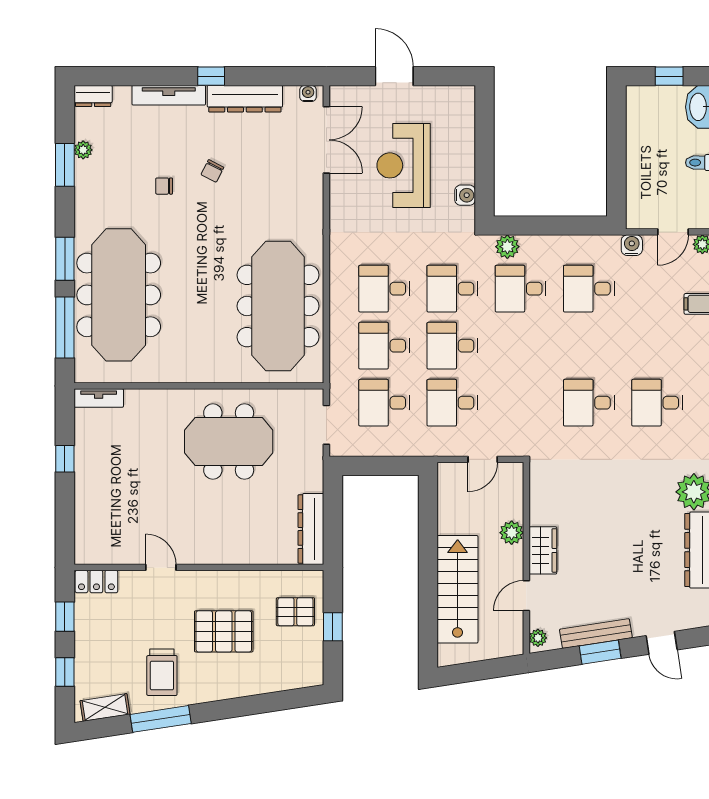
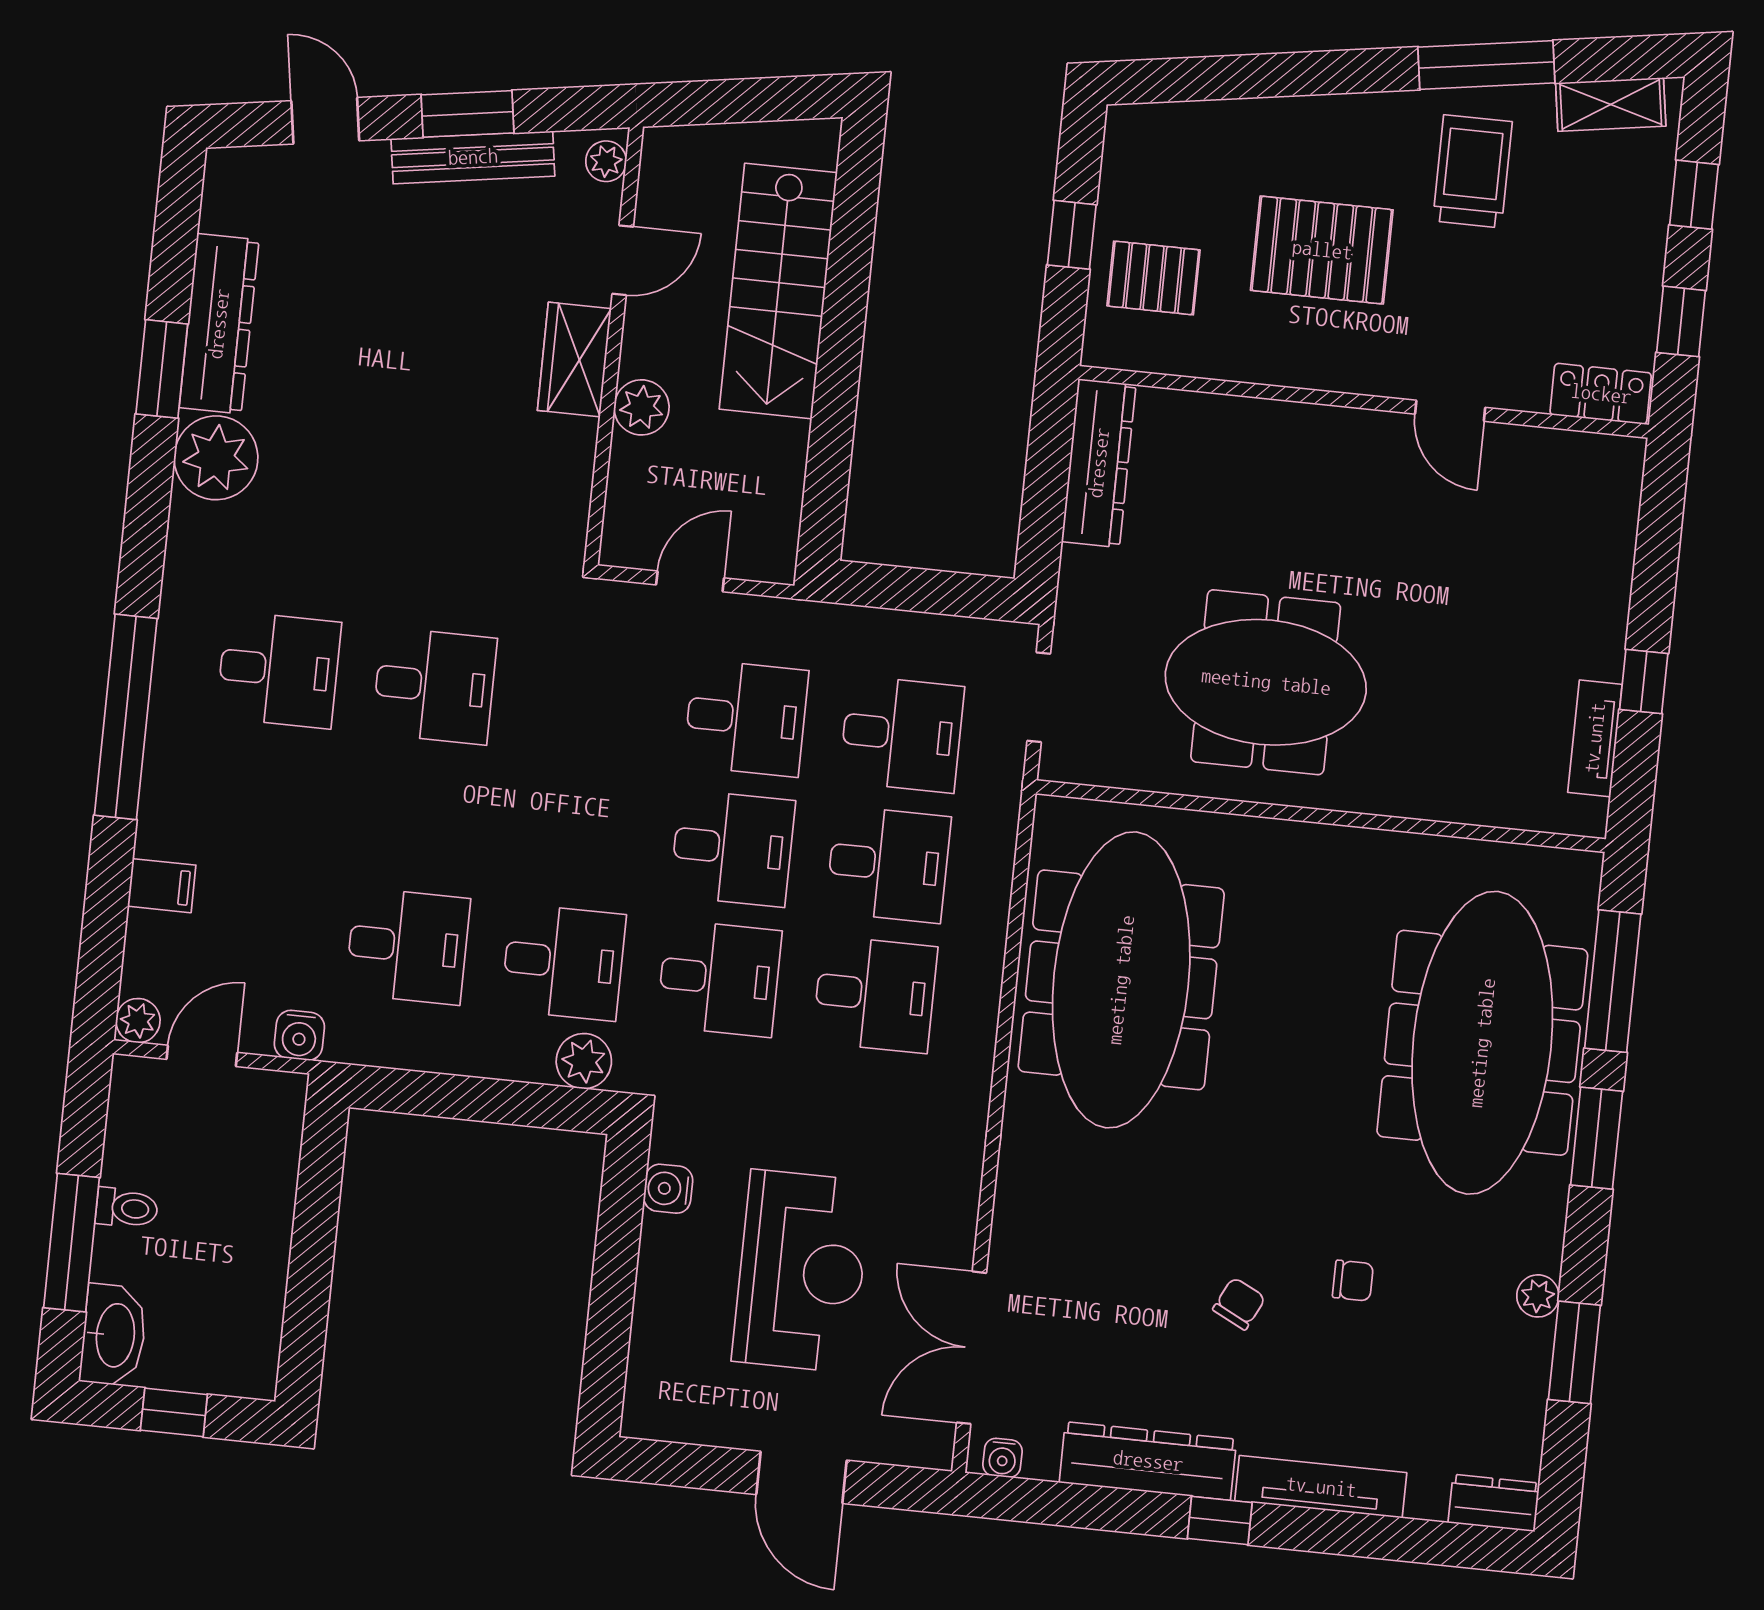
plant: (83, 150) -> (1538, 1296), moved
tv unit: (99, 398) -> (1595, 738), moved, turned -90

